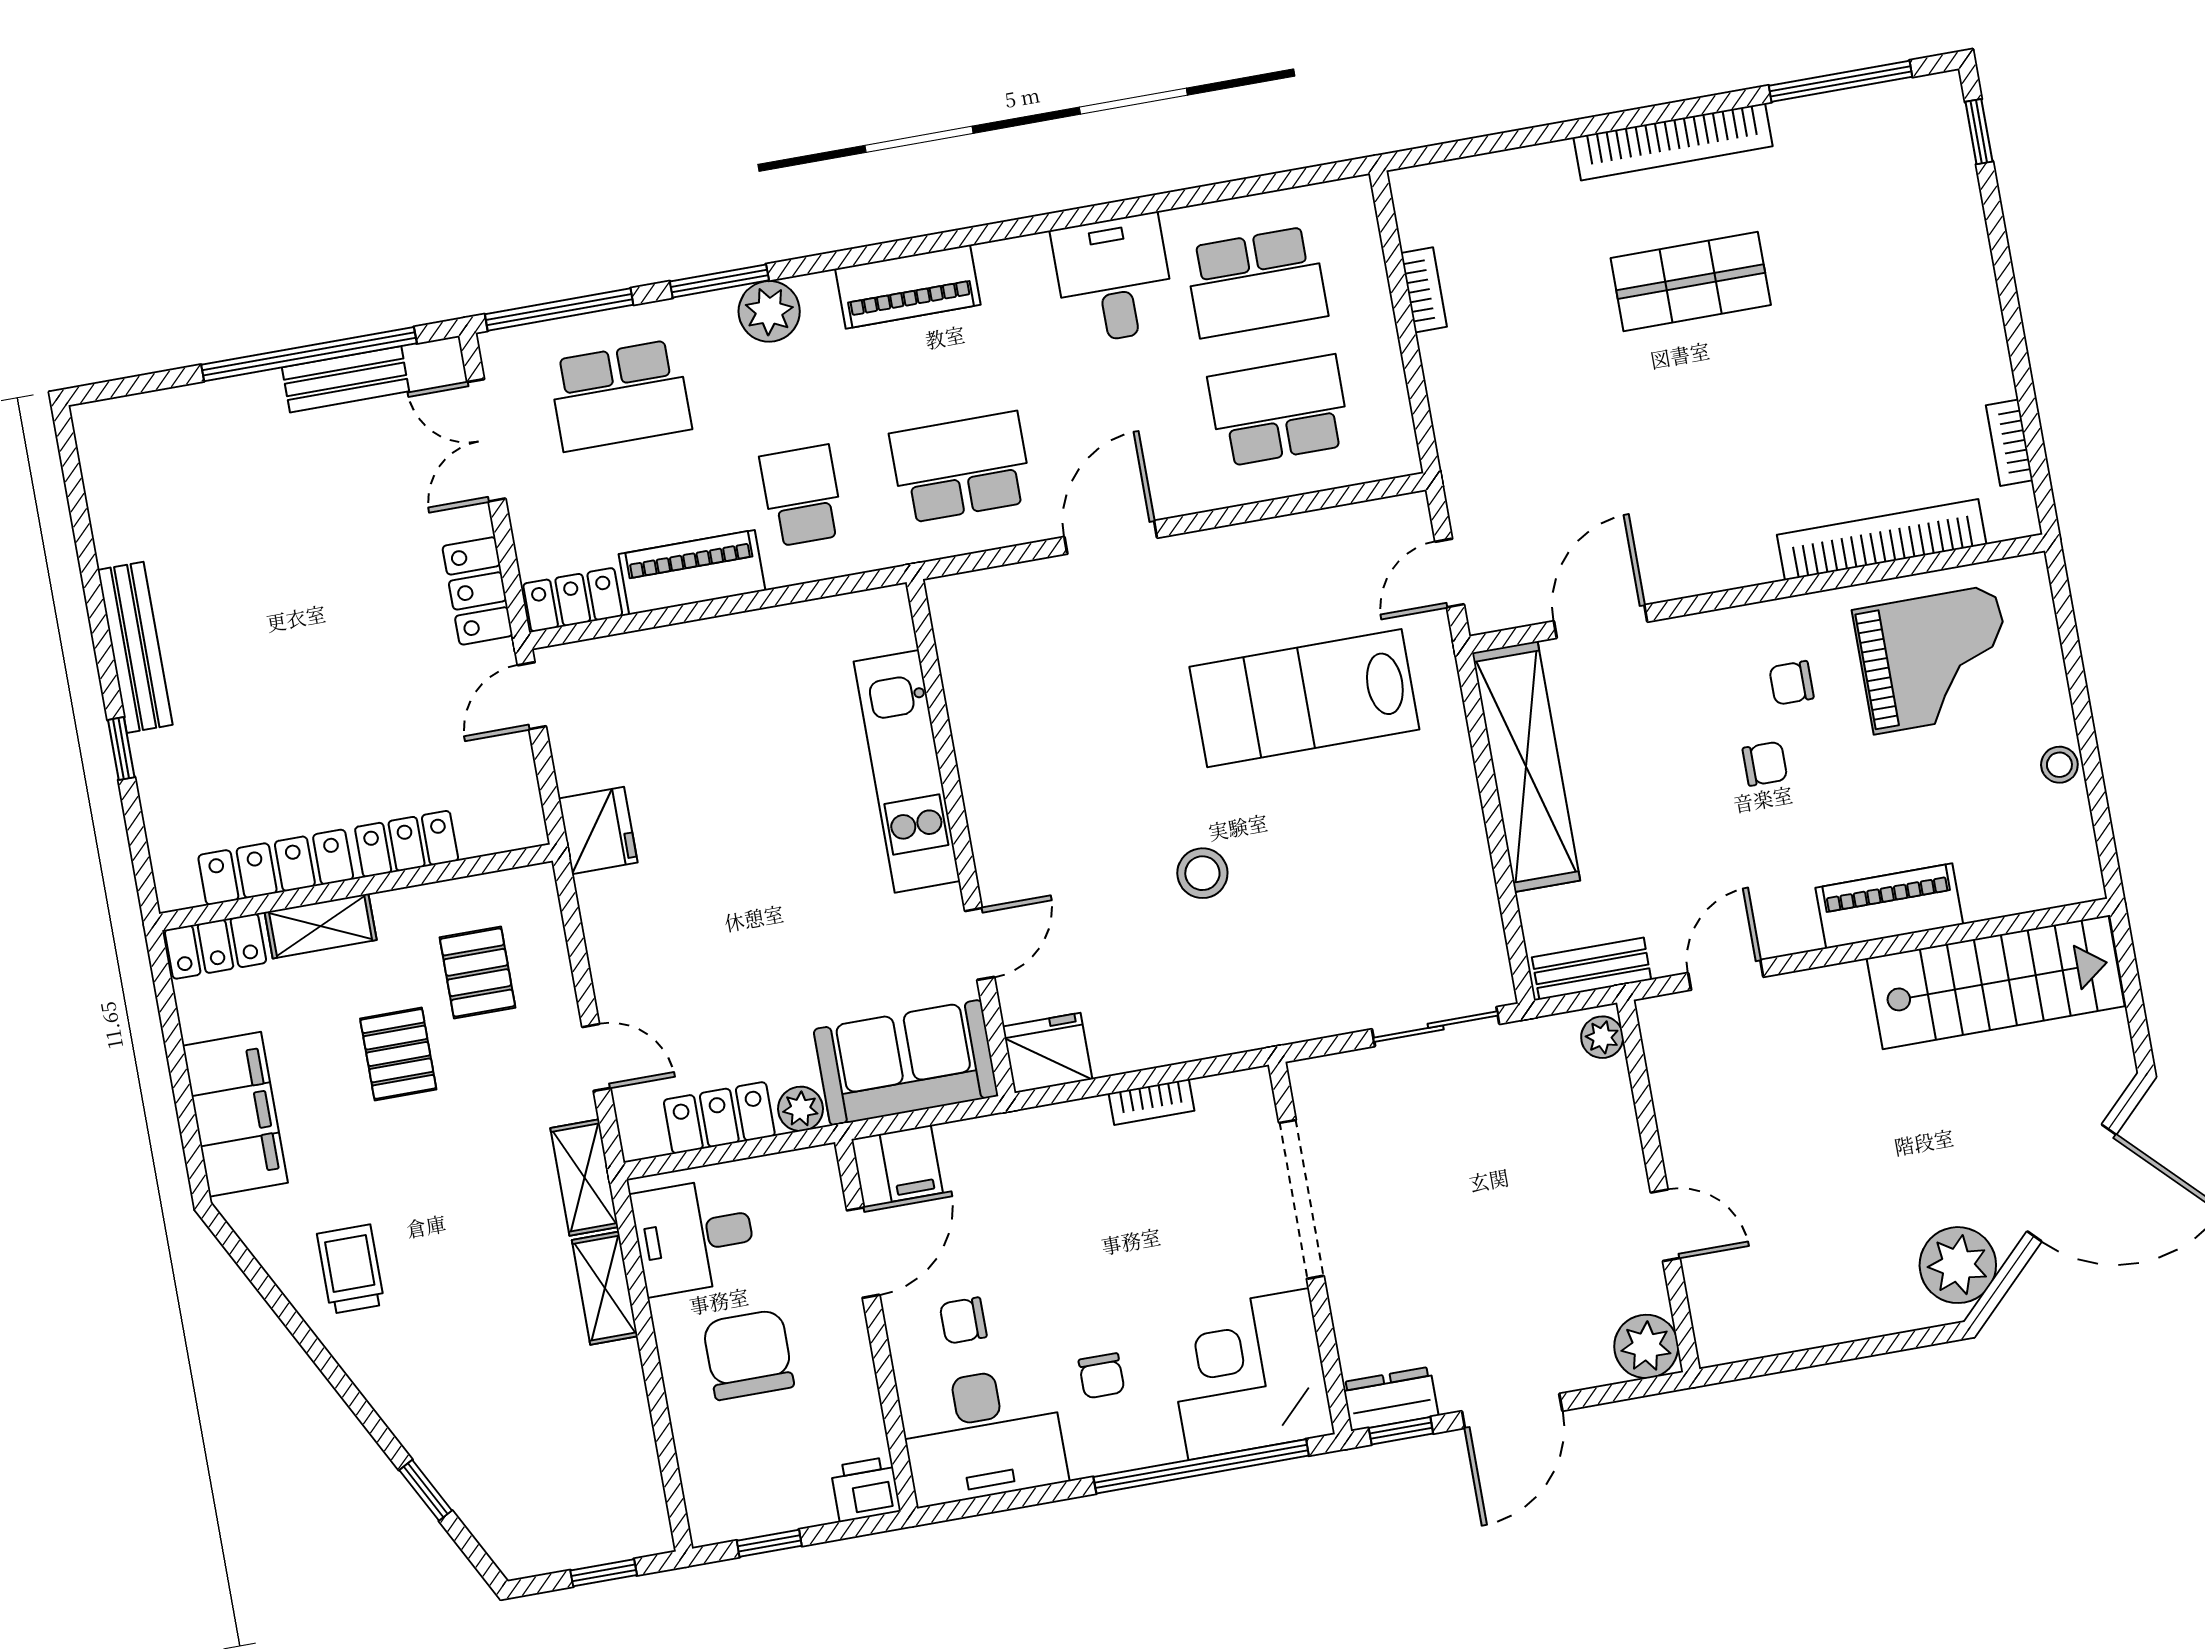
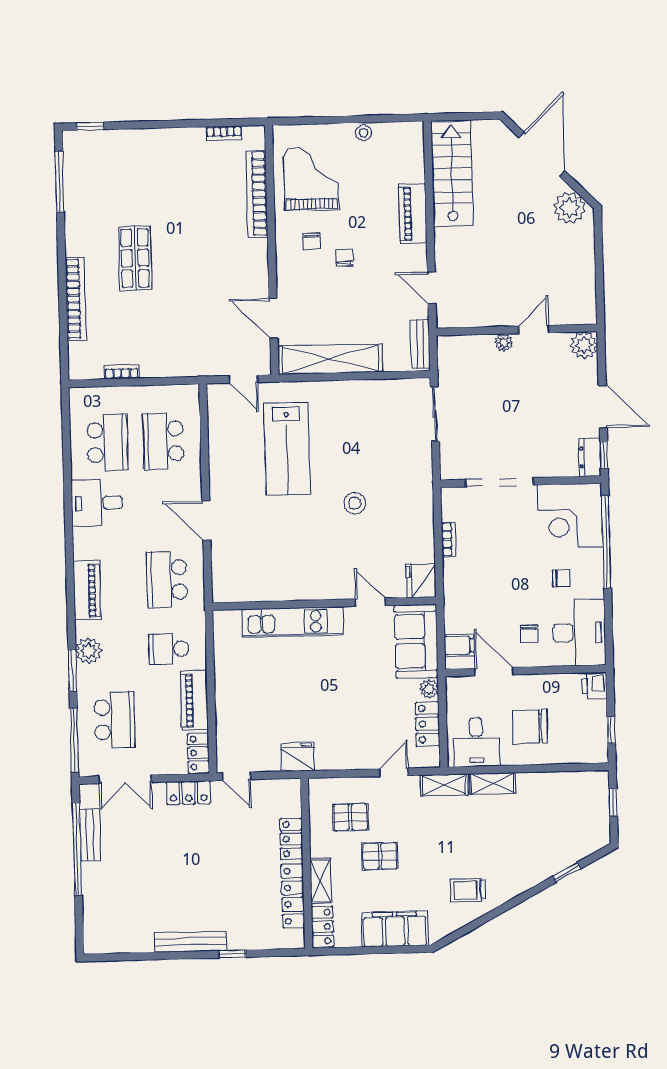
bookcase: (1673, 142) -> (76, 299), moved
plant: (1602, 1037) -> (503, 343), moved

